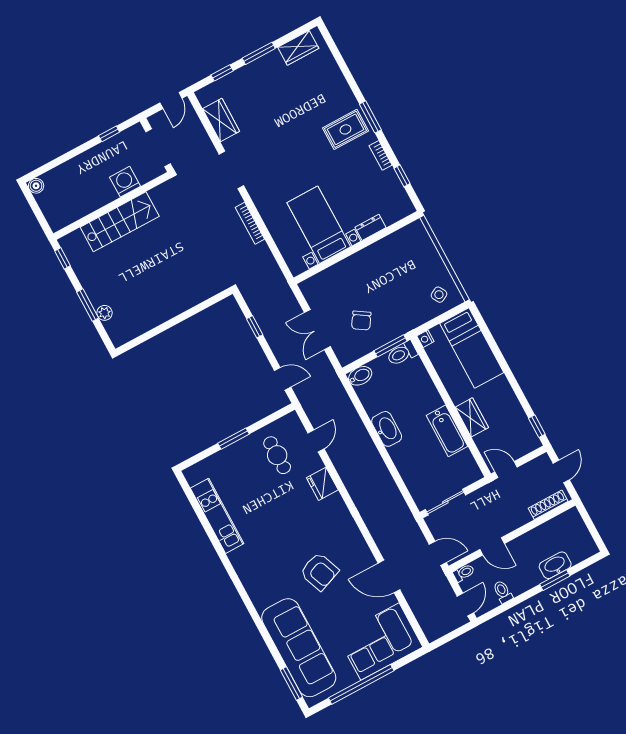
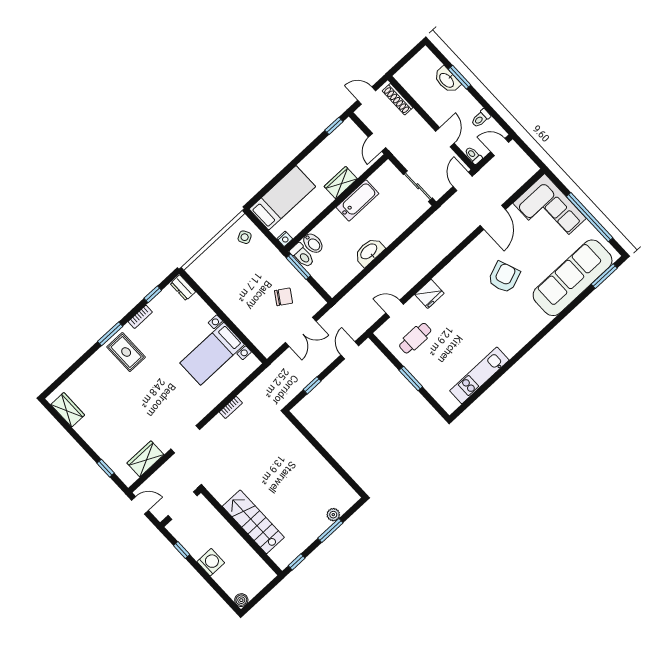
window: (259, 53) -> (81, 442), removed
washing machine: (125, 182) -> (211, 562), moved, turned 180
bookcase: (250, 223) -> (231, 407), width x0.64
dresser: (370, 227) -> (183, 288), moved
bidet: (360, 376) -> (313, 243), moved, turned 180

